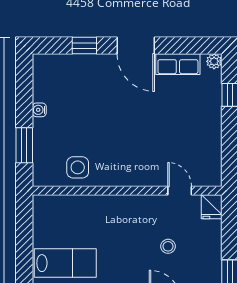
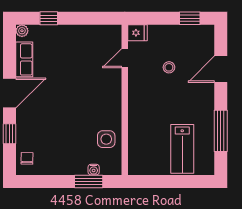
chair: (53, 68) -> (27, 158), added
water cooler: (39, 110) -> (94, 170), moved
lab bench: (65, 263) -> (182, 149), turned 180

